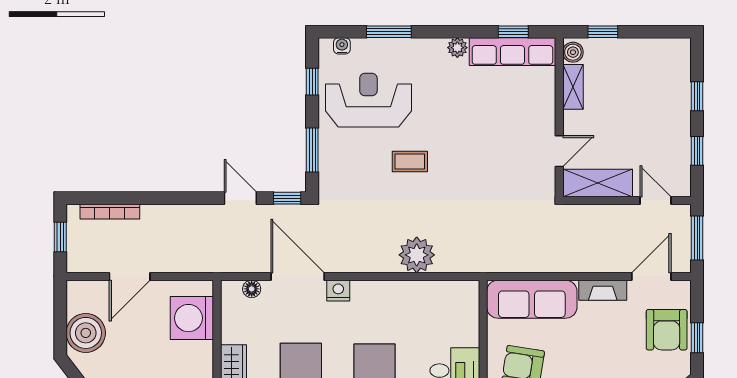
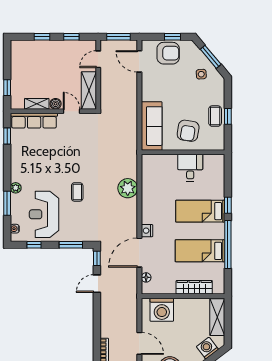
plant: (457, 48) -> (16, 188), moved
row of seats: (512, 52) -> (34, 121), moved, turned 90
boiler: (573, 52) -> (56, 104), moved
fireplace: (603, 290) -> (147, 88), removed

